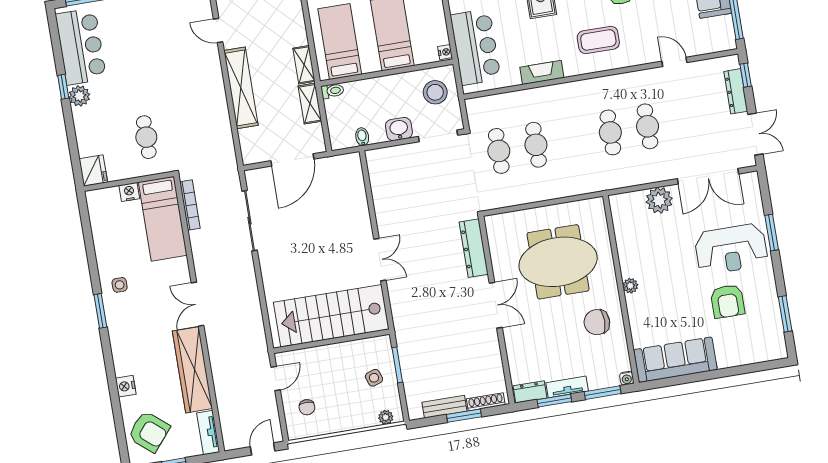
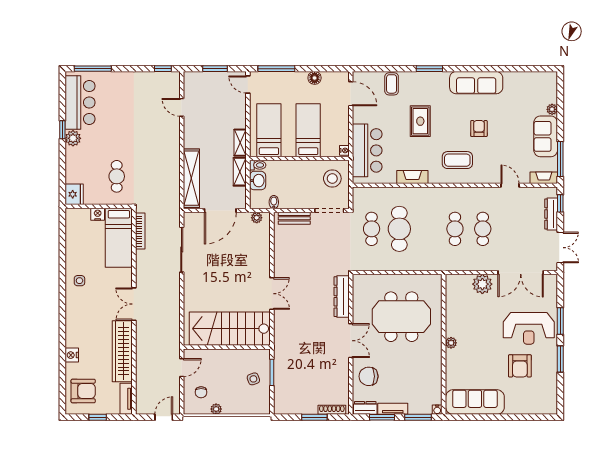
fireplace: (718, 44) -> (544, 178), added
shelving: (241, 88) -> (191, 178), moved
washbasin: (399, 129) -> (258, 181), moved, turned 90
cafe table: (536, 145) -> (399, 229), width x1.37, depth x1.35
plant: (343, 161) -> (257, 218), added
window: (100, 311) -> (62, 297), removed
window: (785, 314) -> (560, 359), moved
chair: (597, 322) -> (369, 376), moved
bench: (444, 407) -> (294, 218), moved
plant: (386, 417) -> (216, 409), moved
armchair: (149, 432) -> (83, 391), turned -40

